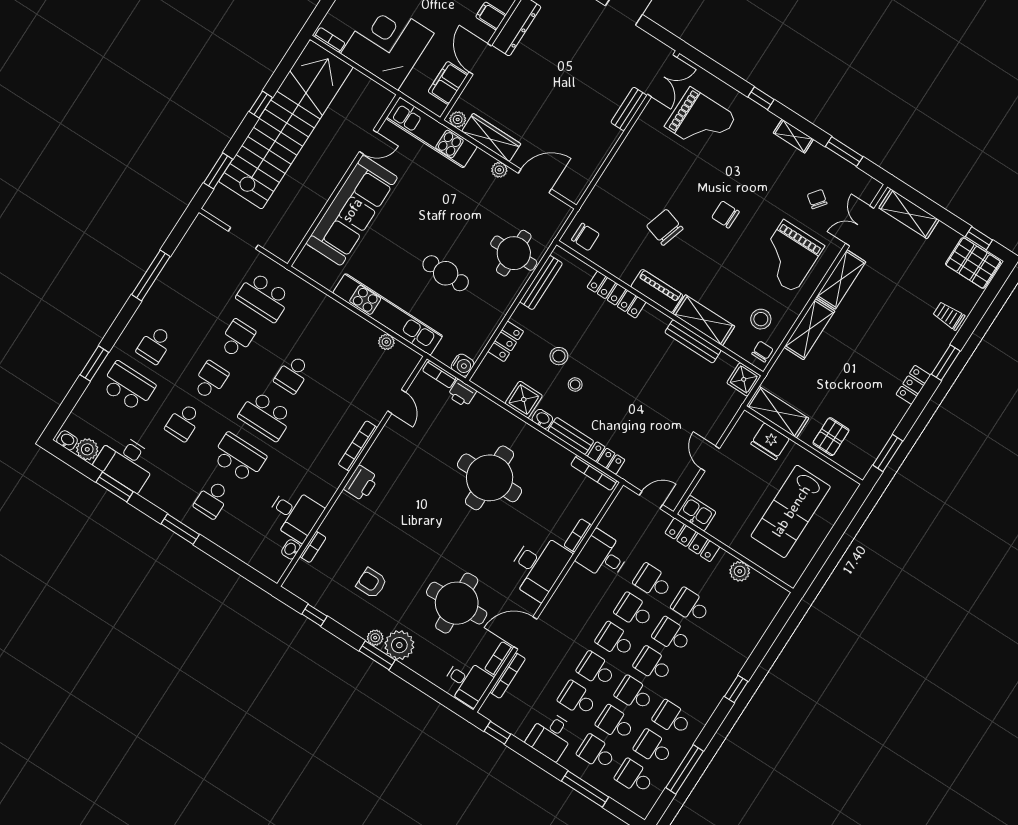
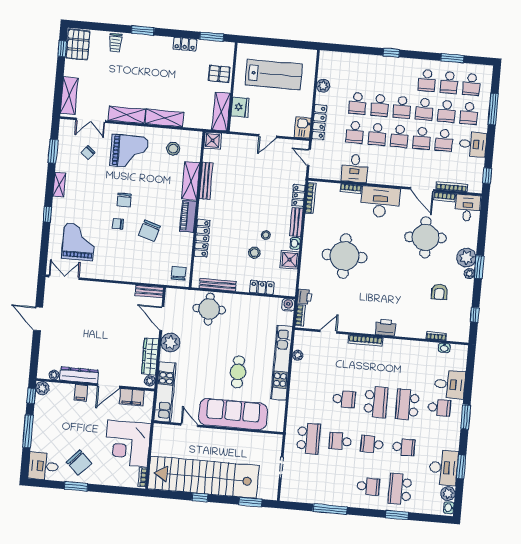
bench: (629, 109) -> (149, 291), moved
plant: (499, 170) -> (170, 342), width x1.87, depth x1.87
cafe table: (446, 273) -> (238, 372), moved
chair: (762, 352) -> (118, 224), moved
locker: (913, 385) -> (185, 44), moved
desk: (295, 514) -> (450, 384), moved, turned 90
window: (685, 769) -> (452, 58), width x0.69

